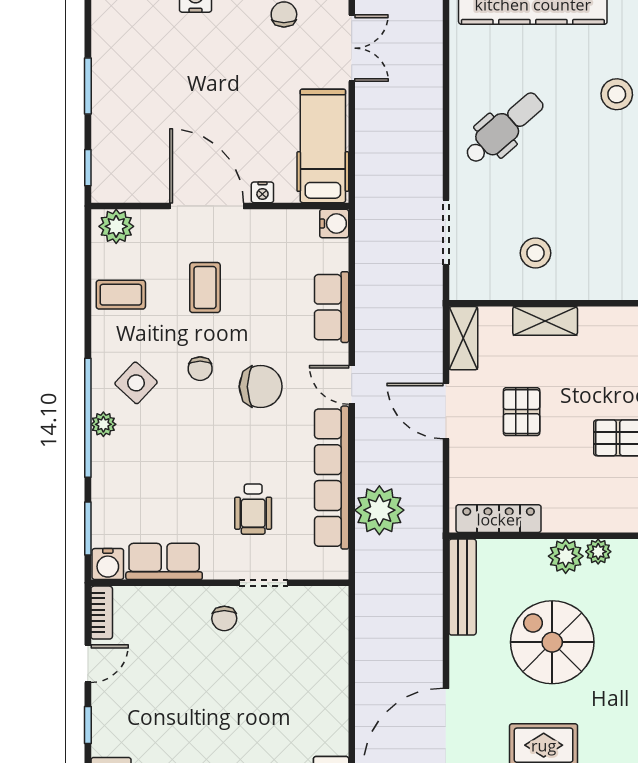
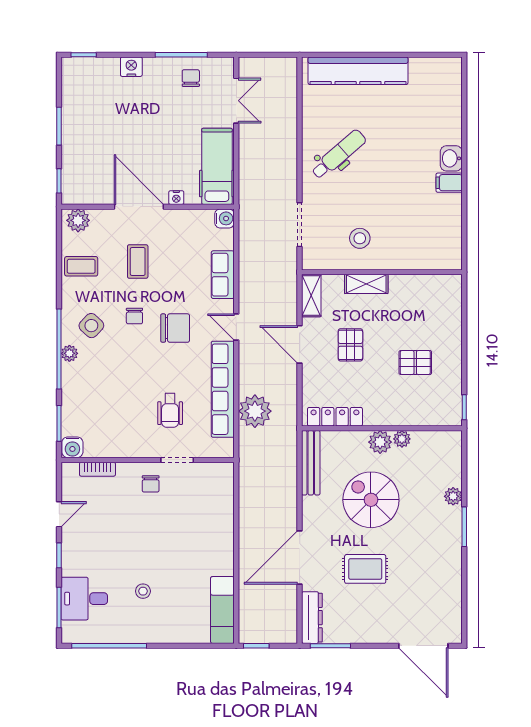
stool: (617, 94) -> (414, 132), removed
row of seats: (164, 561) -> (110, 446), removed
bookcase: (102, 613) -> (97, 469), moved, turned 90

